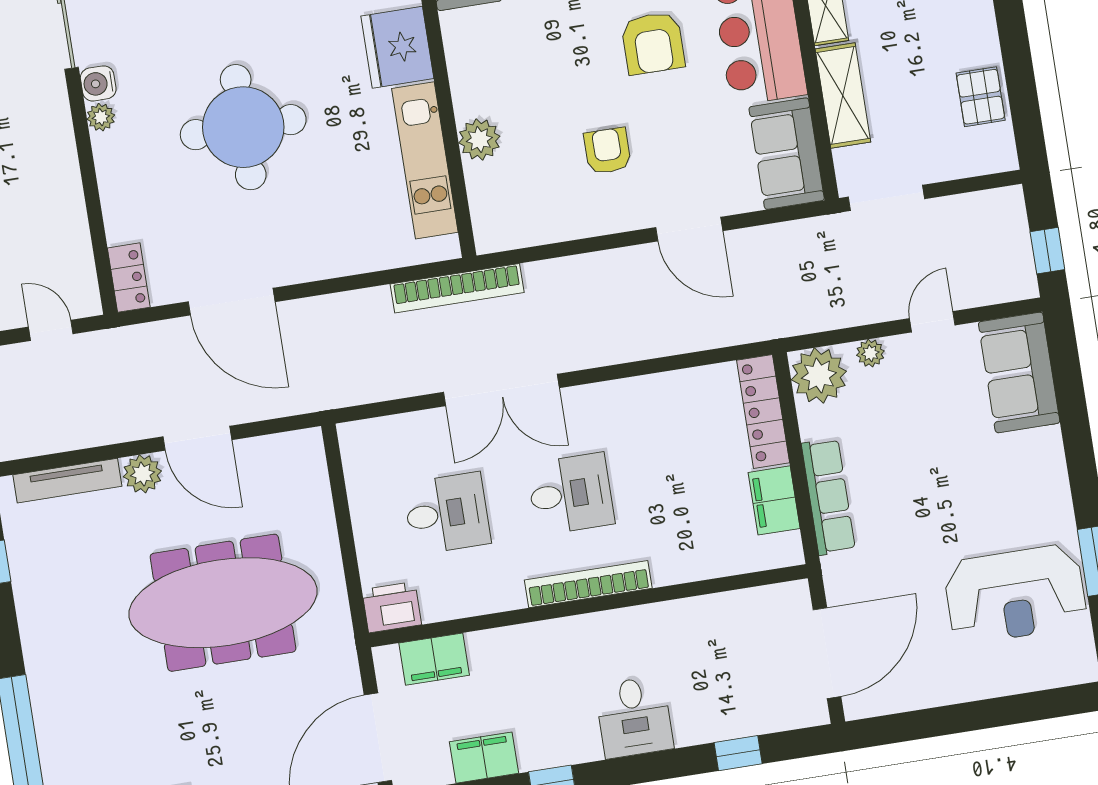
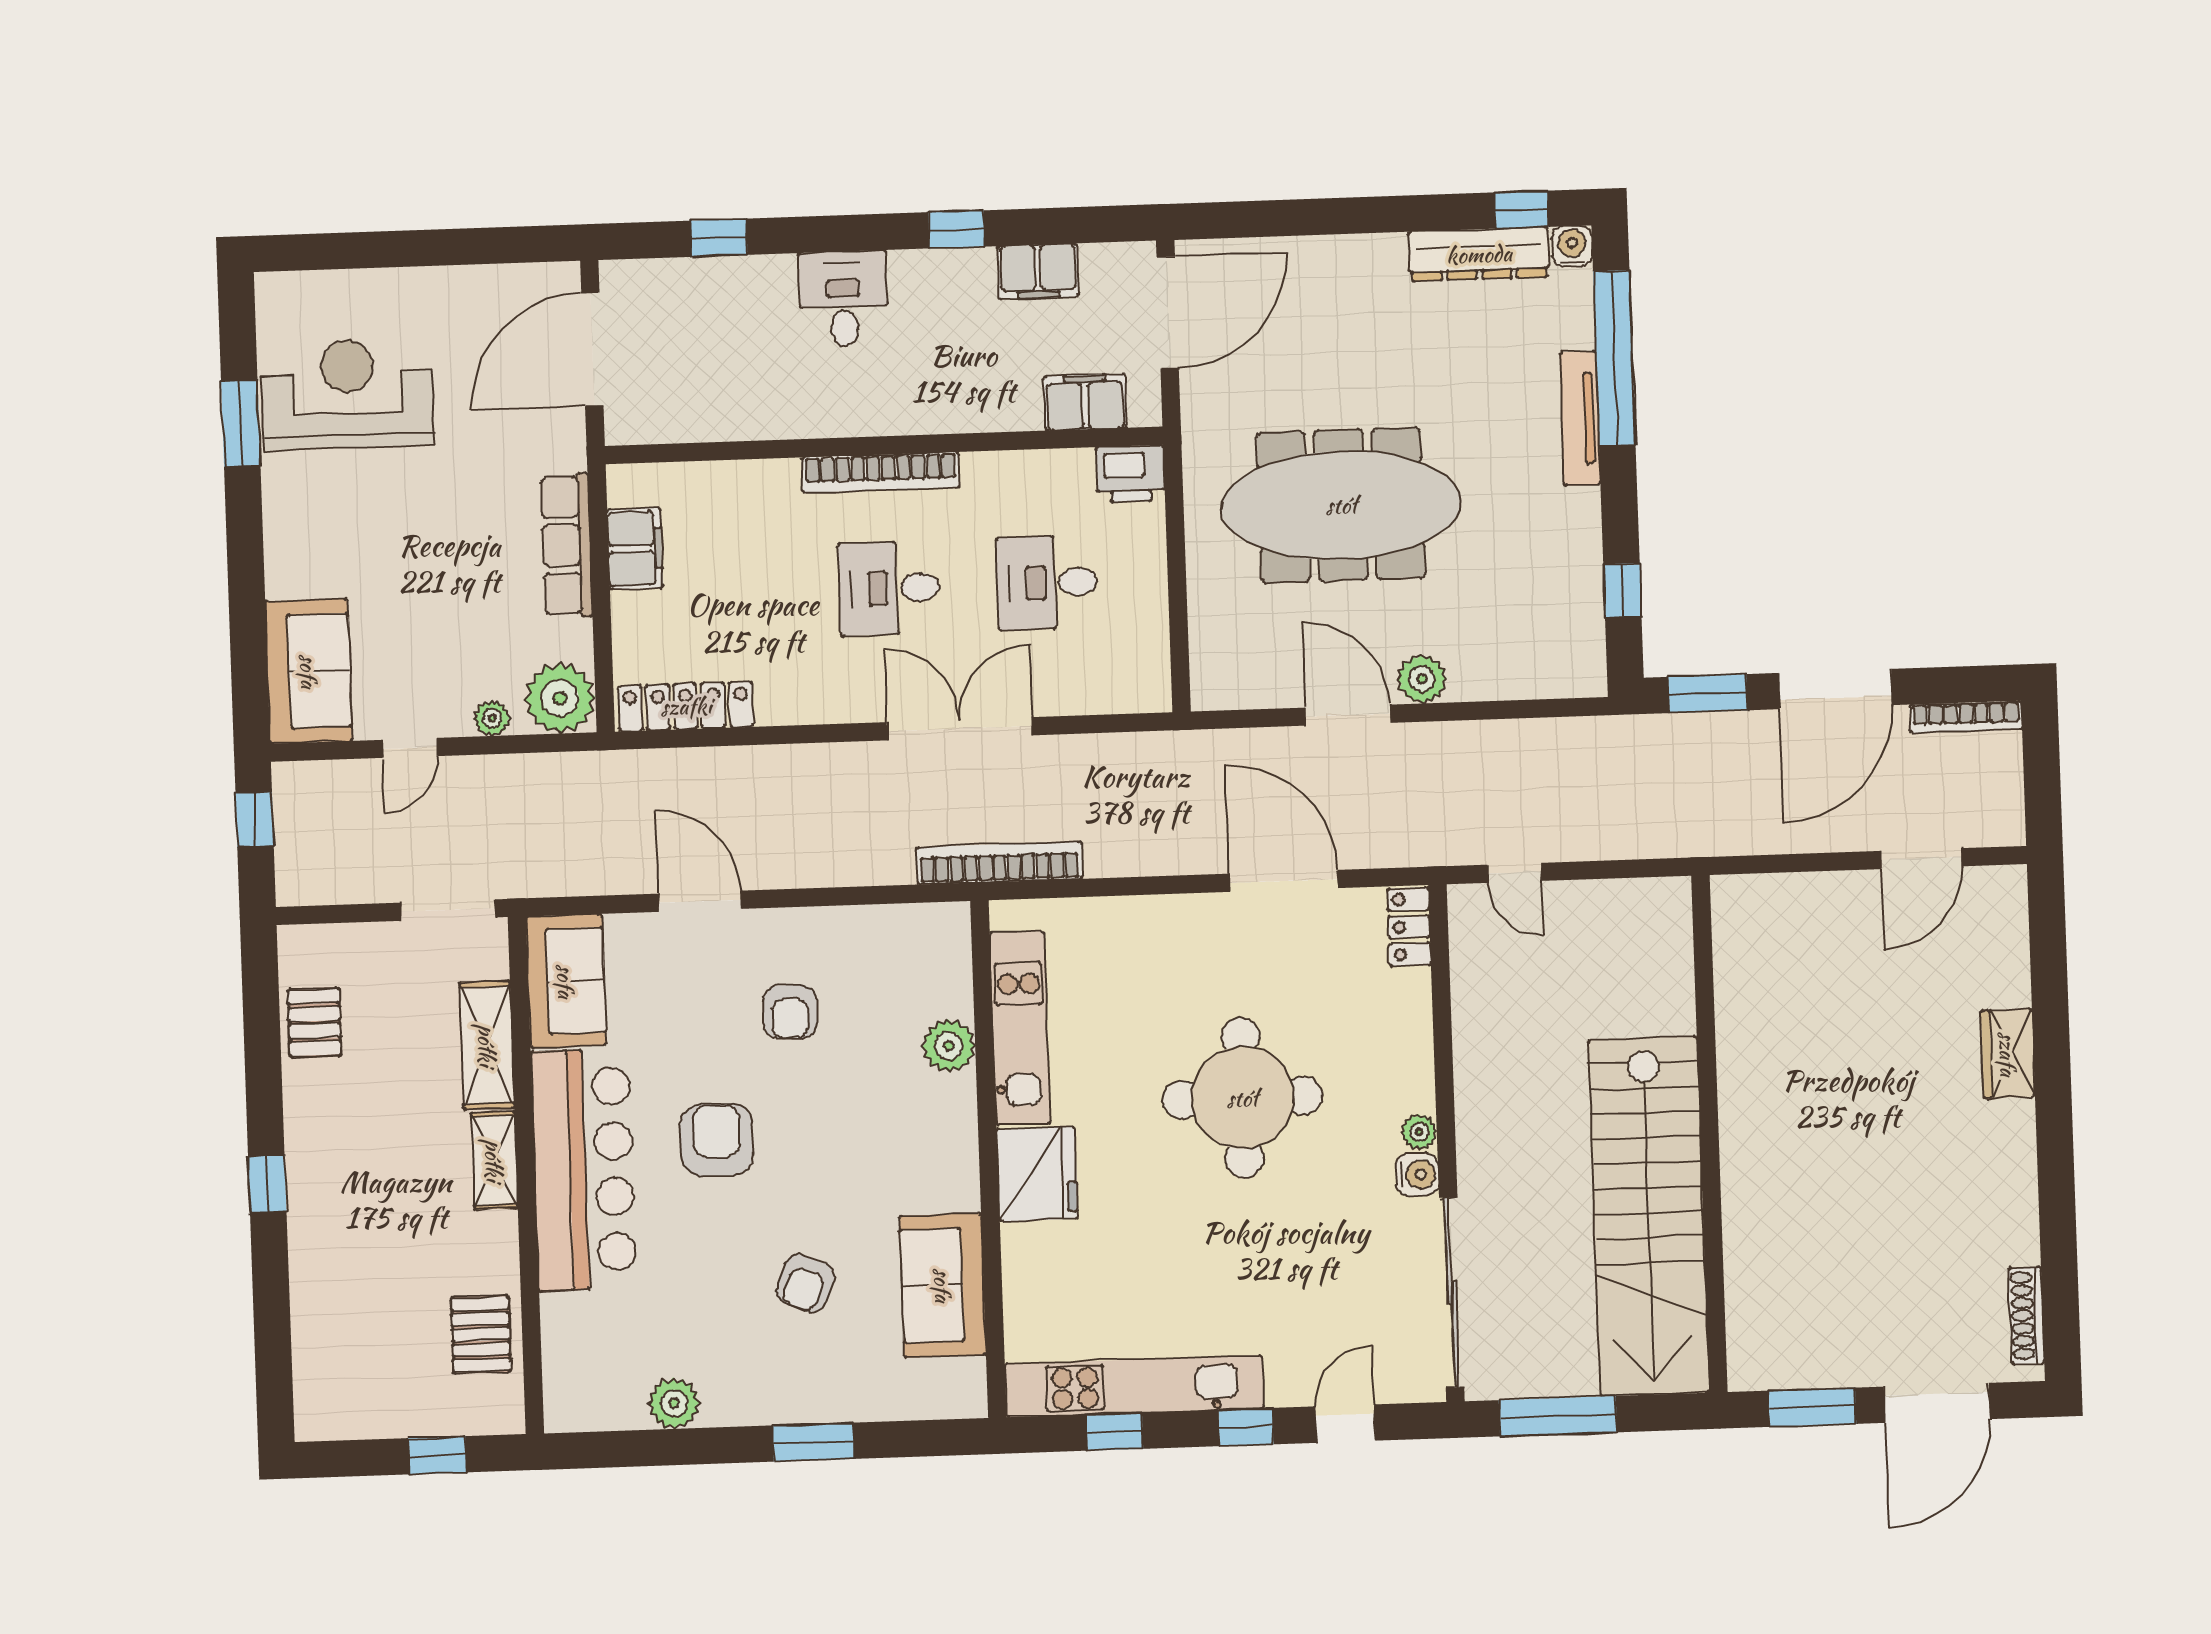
locker: (763, 411) -> (686, 706), moved, turned -90
tv unit: (67, 481) -> (1580, 418), moved, turned -90

